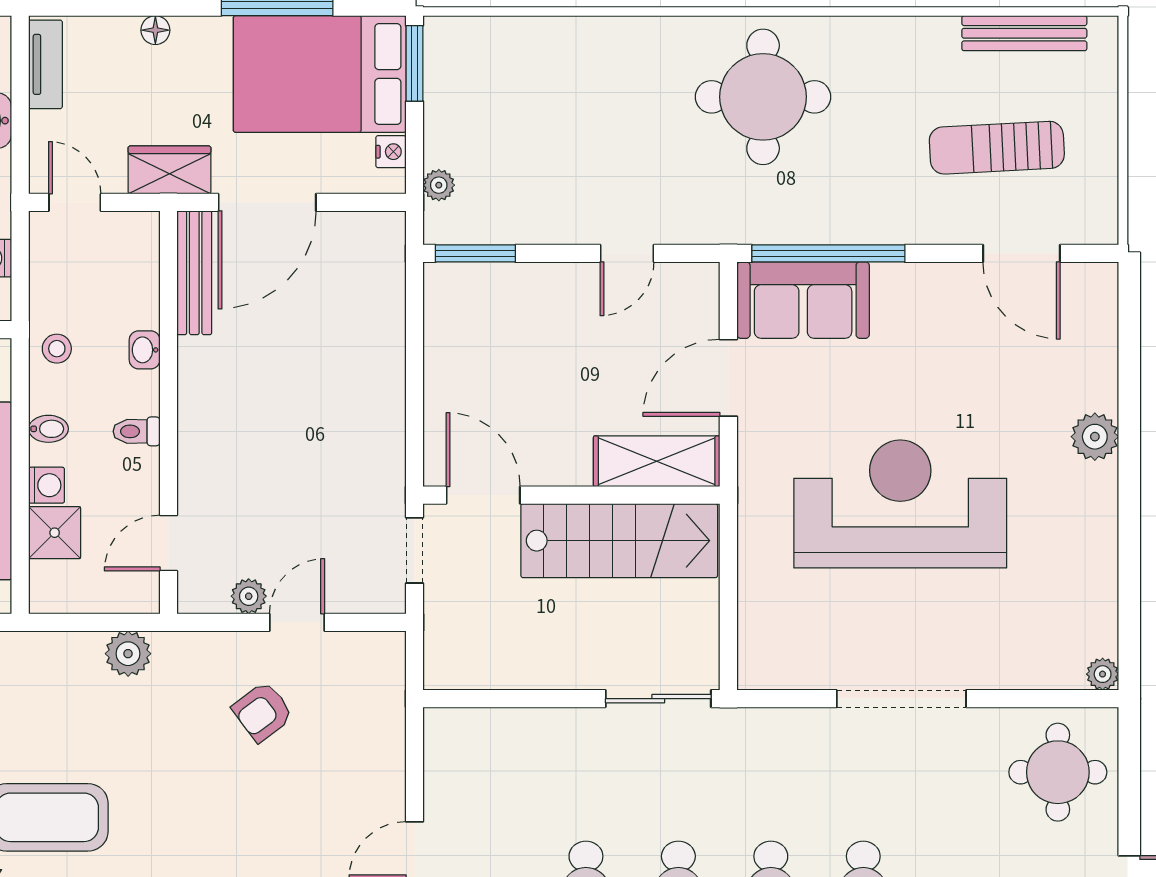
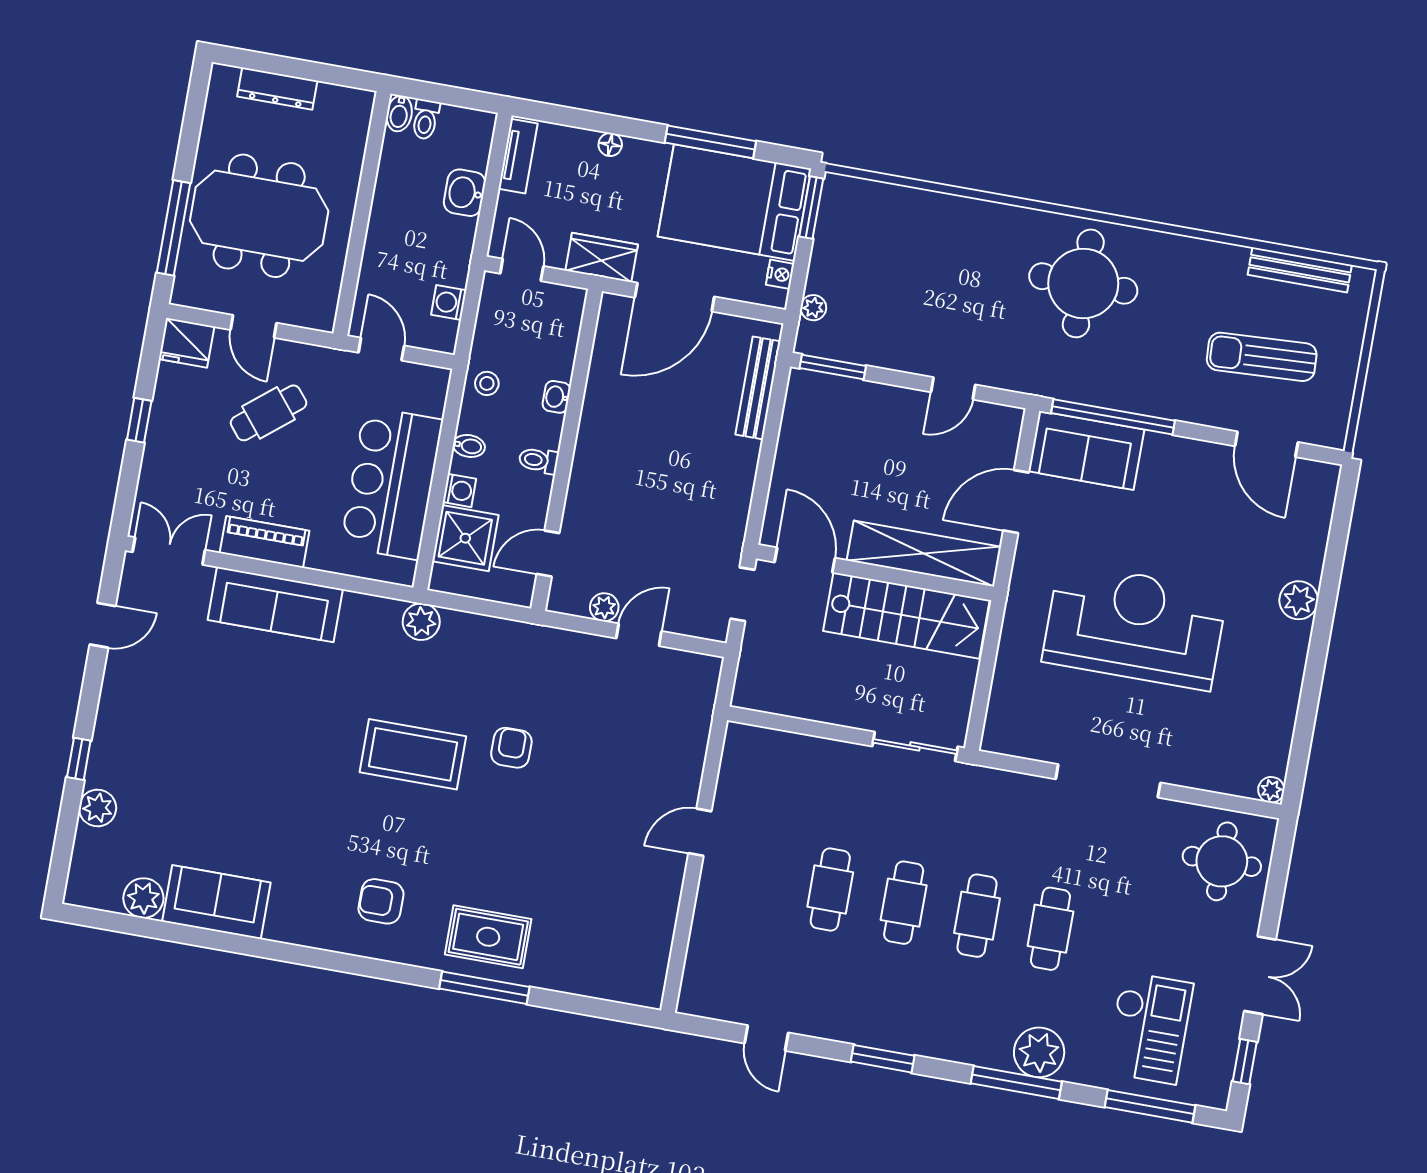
bench: (194, 273) -> (758, 388), moved
shelving: (657, 461) -> (924, 554), width x1.47
shower: (55, 533) -> (465, 538), width x1.36, depth x1.36
plant: (128, 654) -> (421, 622), moved
armchair: (263, 712) -> (511, 748), moved, turned 127

